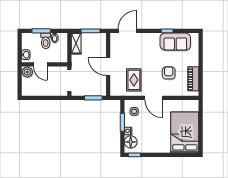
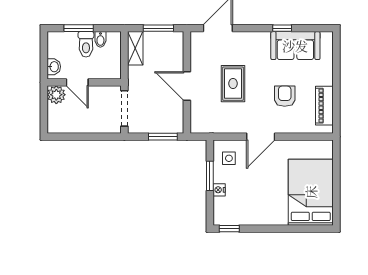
rug: (134, 80) -> (233, 84), moved
door: (154, 98) -> (261, 137), hinge flipped
floor lamp: (131, 142) -> (223, 208), removed

